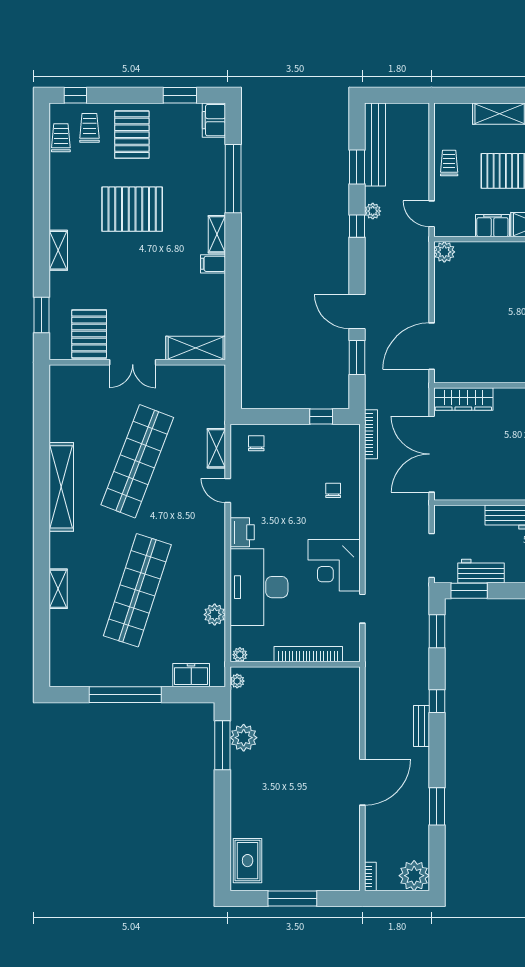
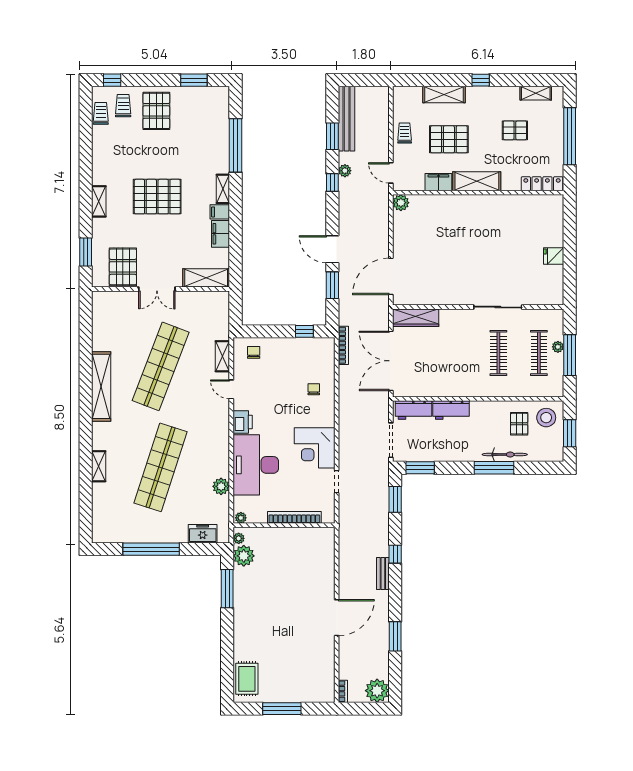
filing cabinet: (214, 120) -> (221, 234), moved
pallet: (132, 209) -> (157, 197), moved
workbench: (481, 571) -> (413, 410), moved, turned 180
plant: (244, 738) -> (244, 556), moved

